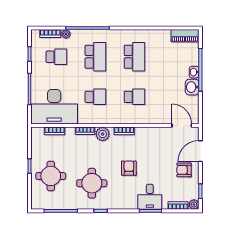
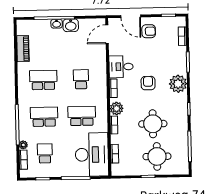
piano: (185, 36) -> (23, 49), moved
school desk: (95, 97) -> (82, 116), width x1.85
armchair: (129, 168) -> (148, 83), turned 90
armchair: (184, 170) -> (149, 31), turned -90
round table: (92, 183) -> (153, 124), moved
desk: (150, 197) -> (121, 67), moved, turned 180
plant: (194, 204) -> (178, 84), moved, width x1.88, depth x1.88

